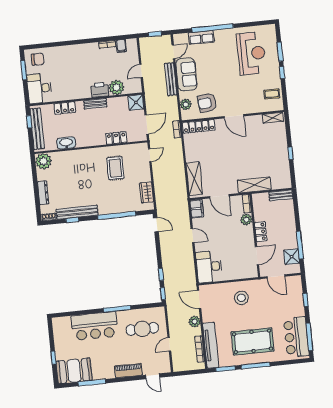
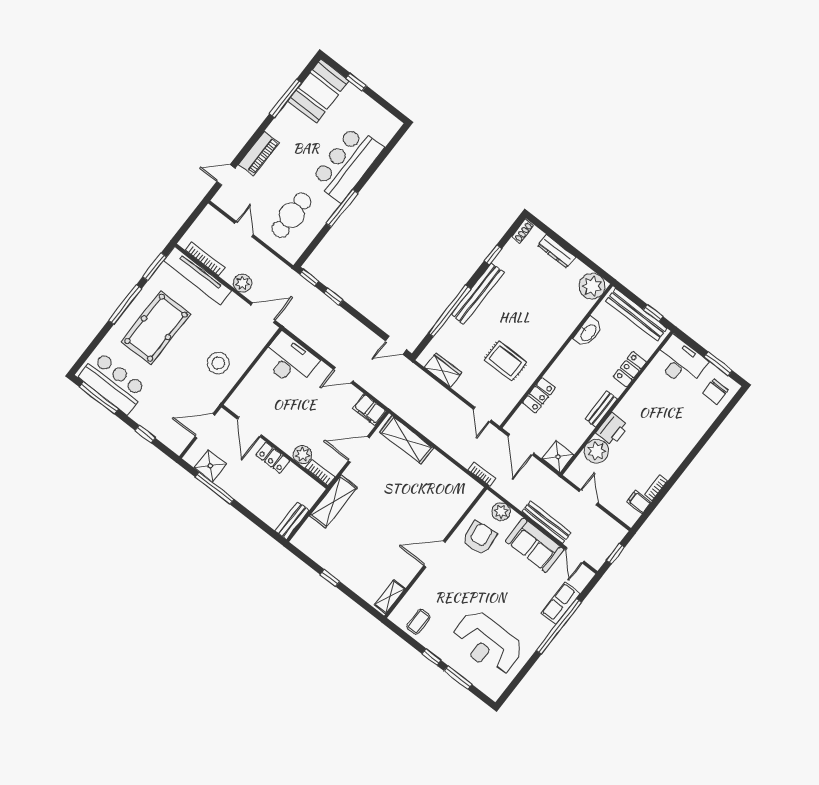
locker: (199, 126) -> (461, 502), removed
bench: (77, 212) -> (478, 293), moved

